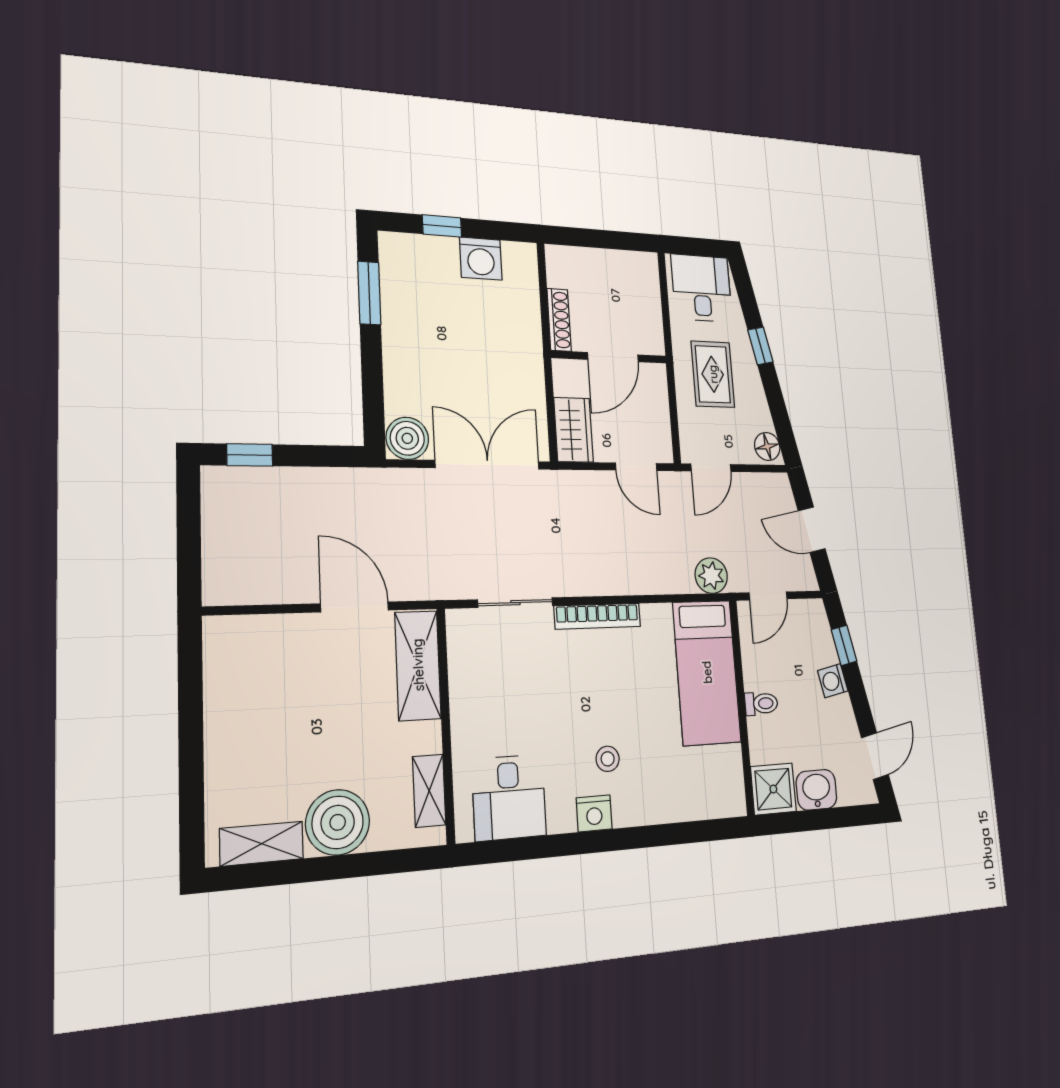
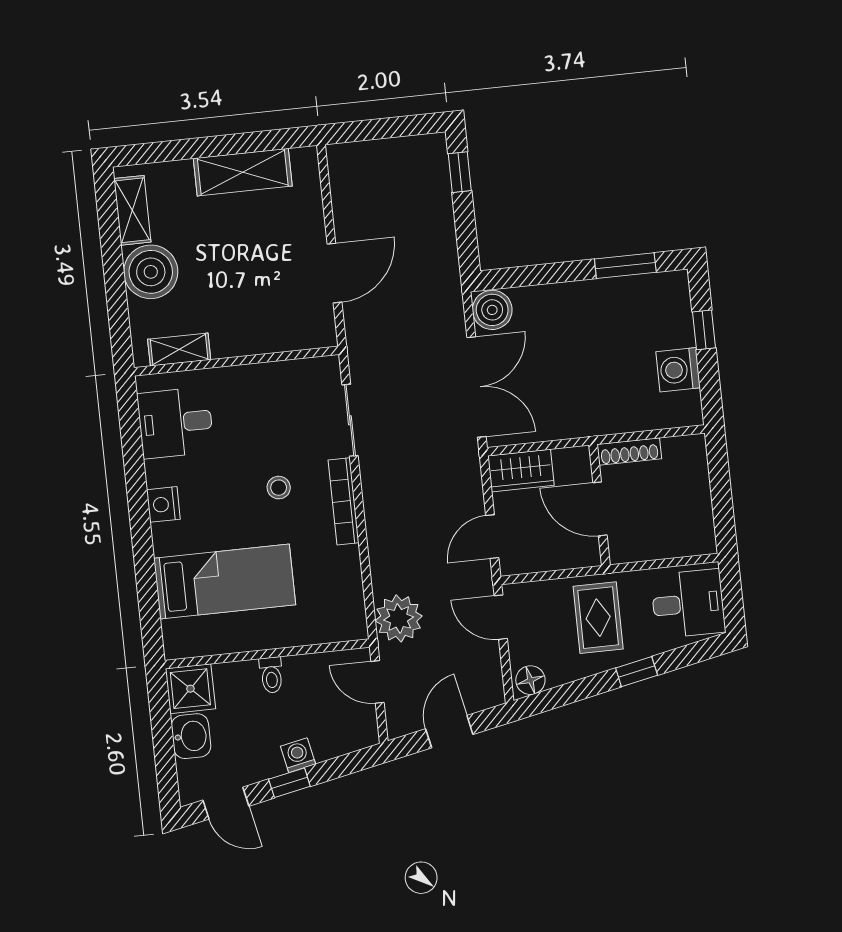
rug: (713, 374) -> (598, 618), turned 90
plant: (711, 576) -> (399, 618), width x1.36, depth x1.36
window: (844, 645) -> (289, 783), moved
shelving: (418, 665) -> (243, 172), moved
bed: (707, 672) -> (225, 581), moved, turned 180
stool: (608, 759) -> (279, 488), moved

